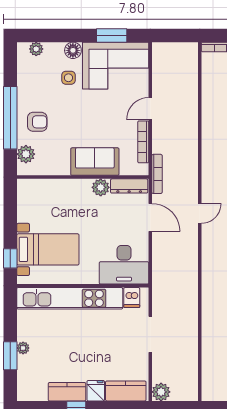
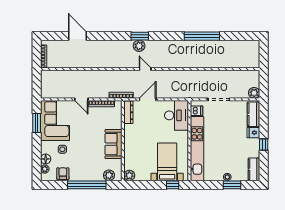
floor lamp: (73, 50) -> (46, 159), moved
armchair: (37, 122) -> (63, 174), moved
sofa: (95, 162) -> (114, 144), moved
plant: (101, 187) -> (129, 175), moved
kitchen counter: (67, 392) -> (254, 169), moved

